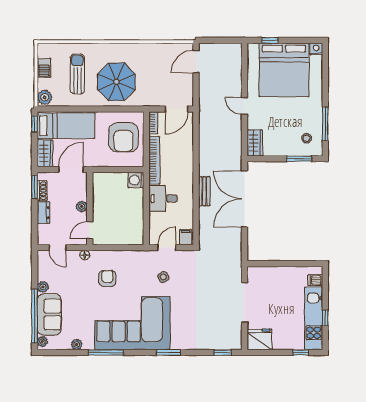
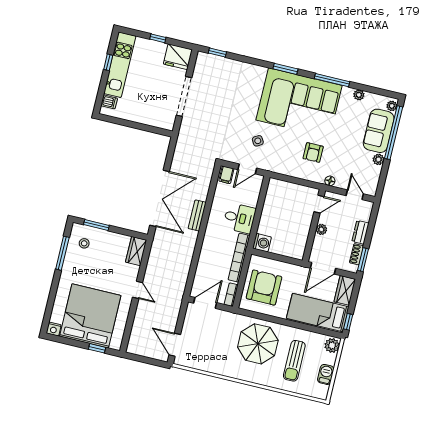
door: (196, 62) -> (175, 345), swing flipped
window: (169, 352) -> (285, 69), moved
window: (301, 352) -> (158, 38), moved

